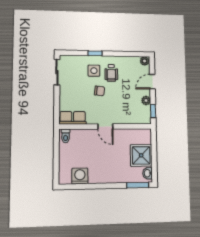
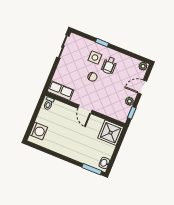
shower: (141, 155) -> (111, 133), moved
washing machine: (80, 176) -> (39, 131), moved, turned 90

